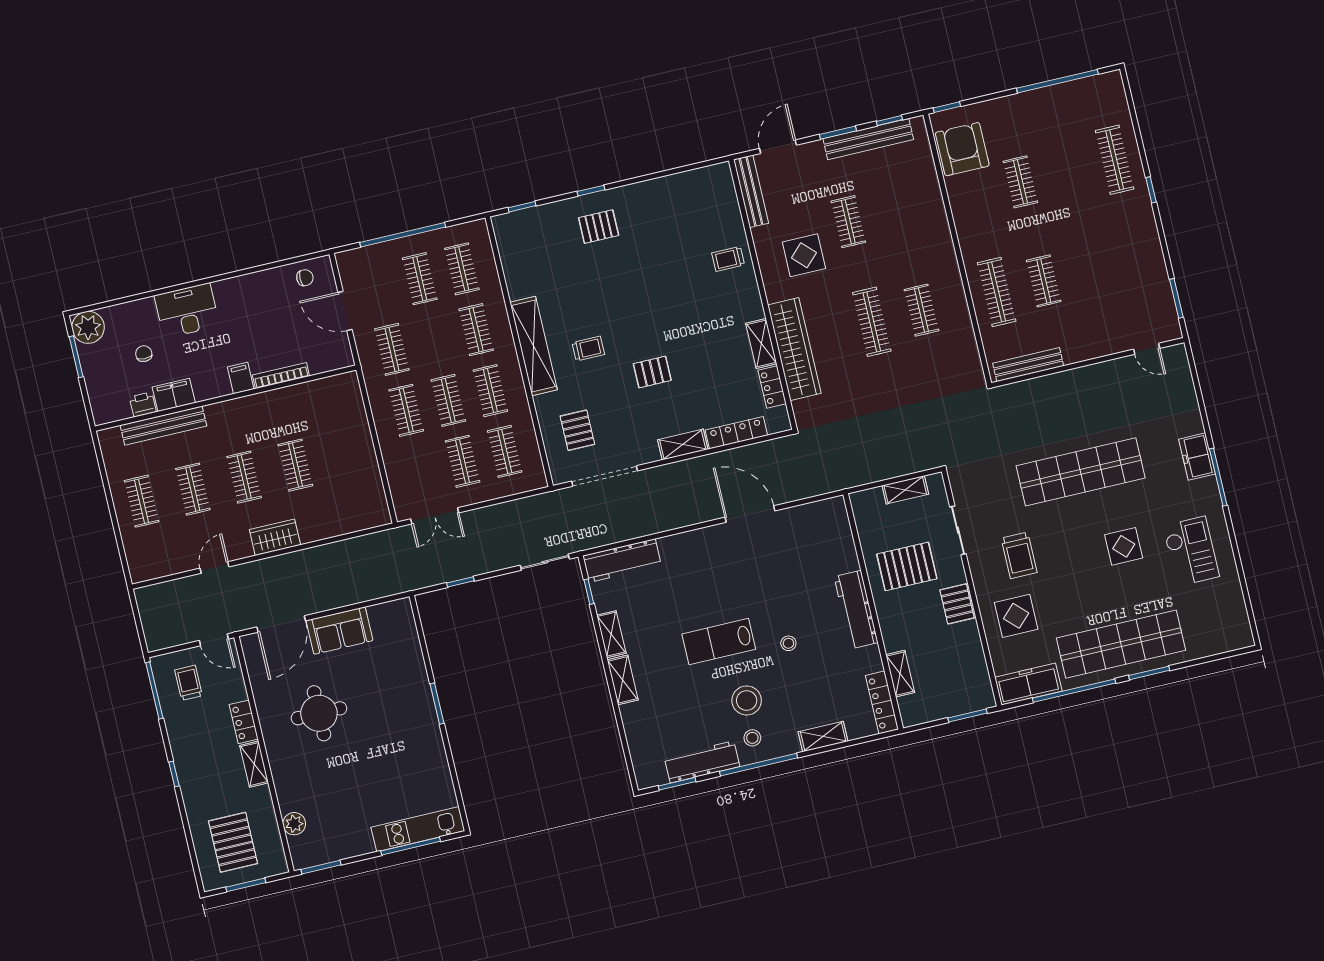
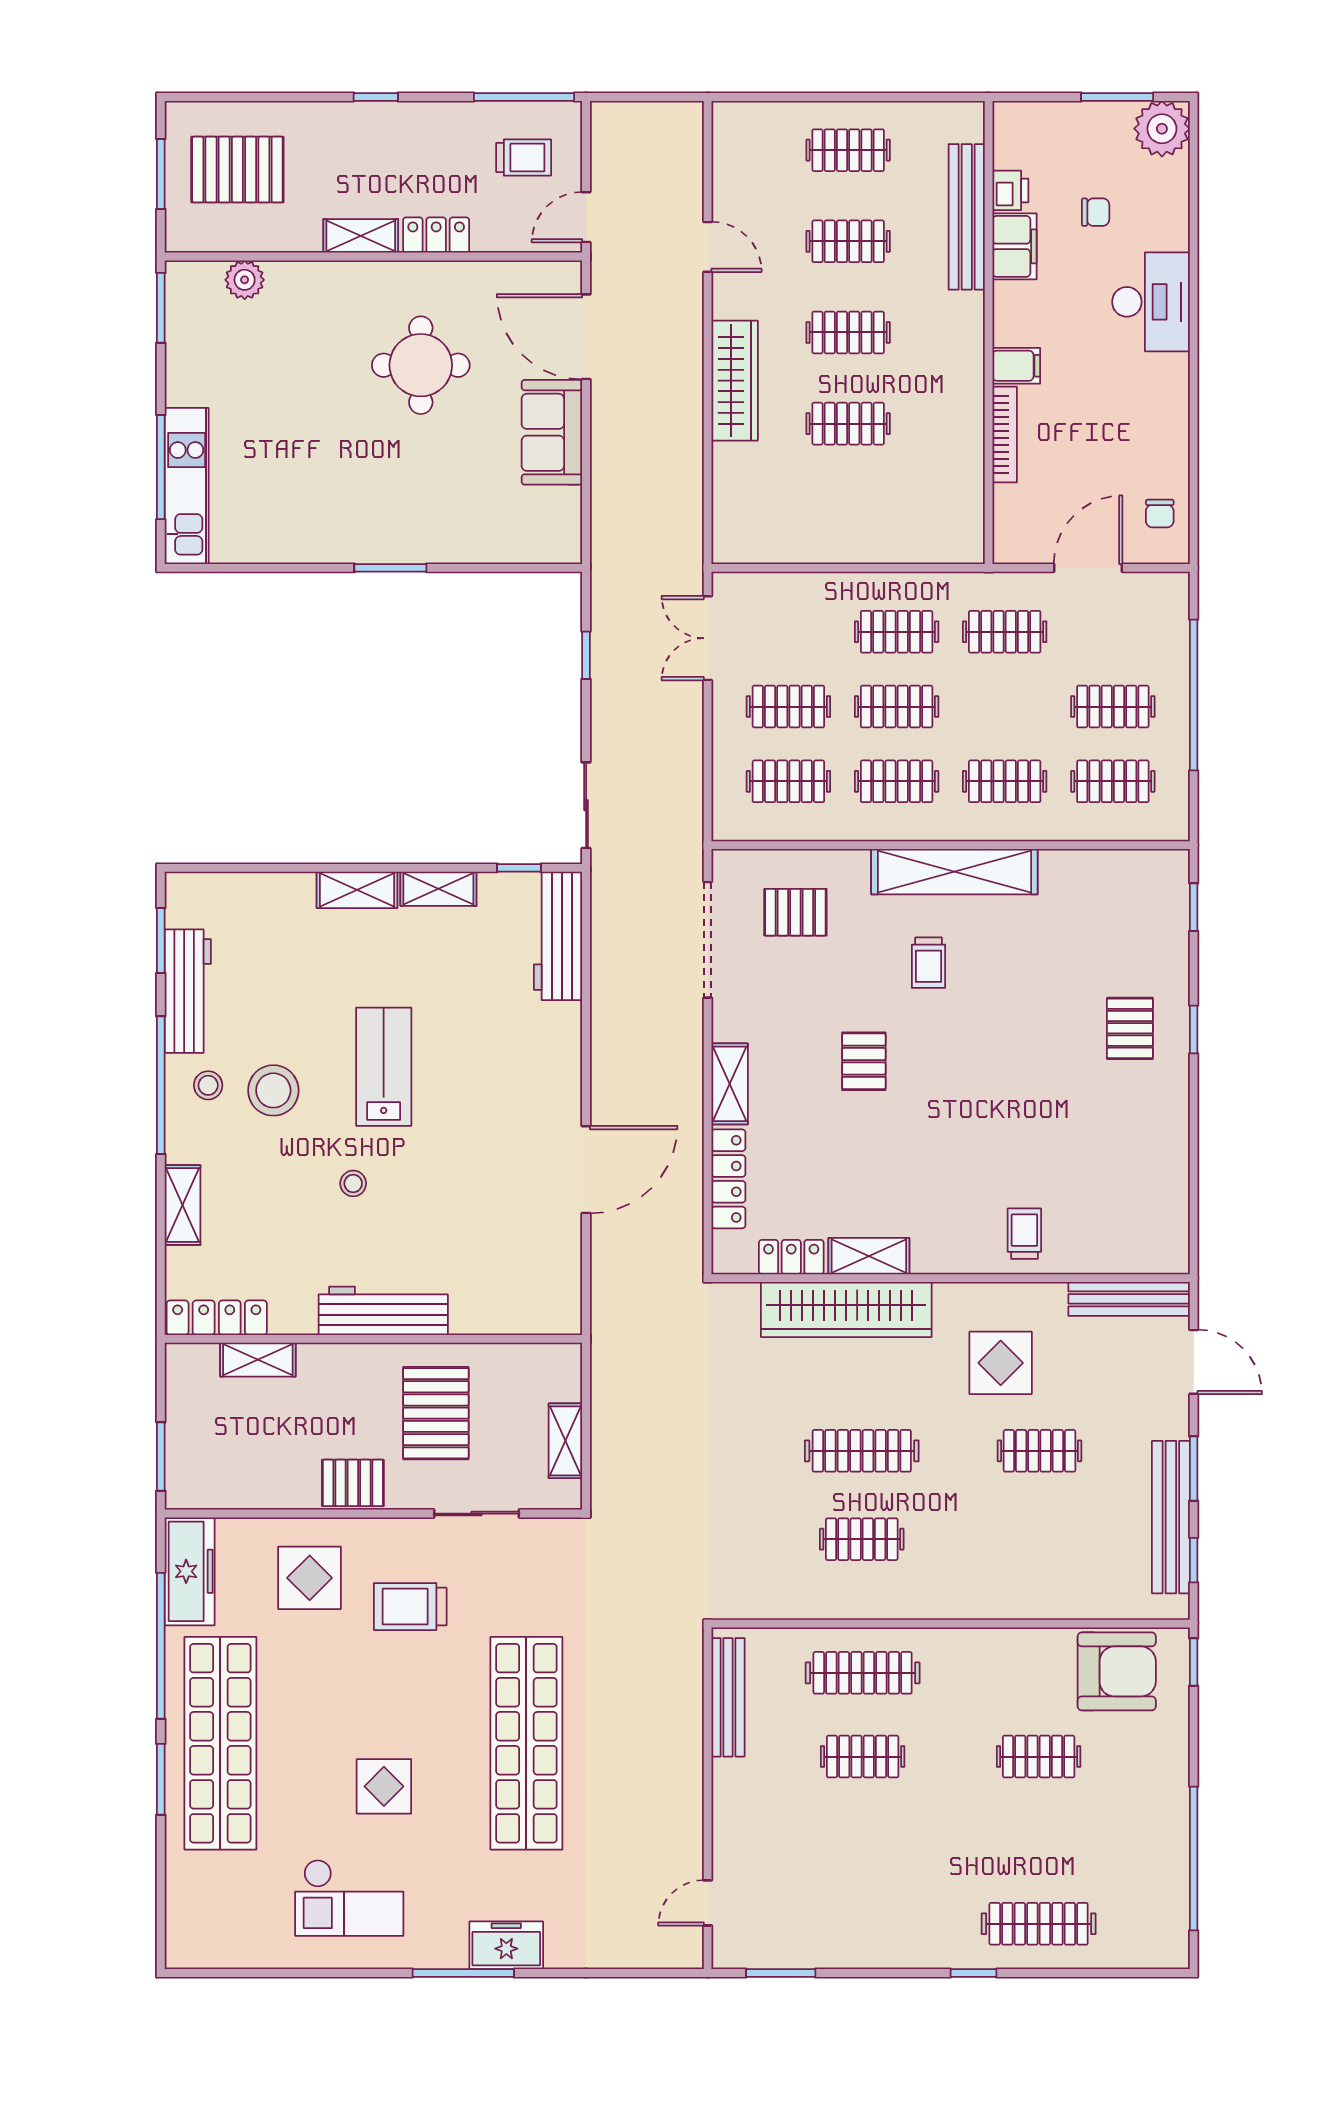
wardrobe: (275, 537) -> (735, 381), width x1.50

